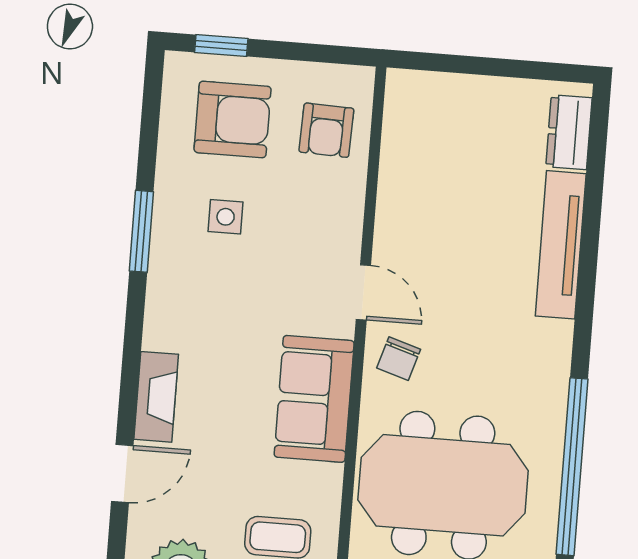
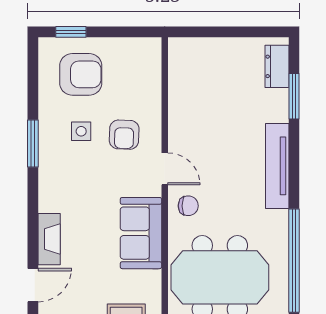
armchair: (326, 130) -> (124, 135), moved
window: (594, 186) -> (294, 96), added
tv unit: (561, 245) -> (277, 166), moved
chair: (399, 359) -> (188, 206), turned -107

